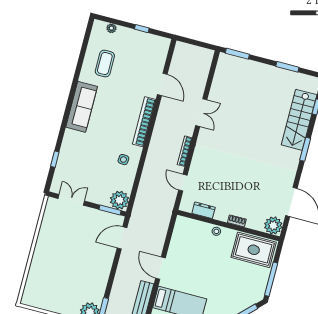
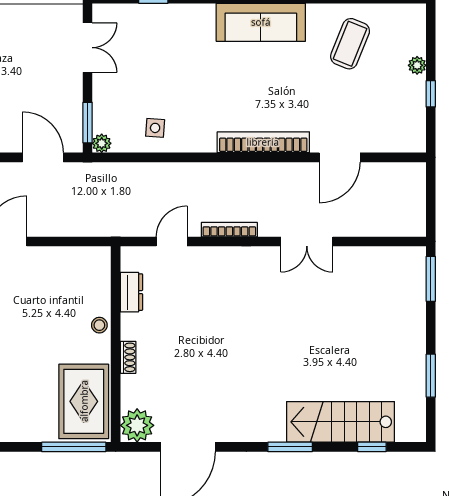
plant: (111, 28) -> (417, 65), moved
coffee table: (105, 64) -> (350, 44), turned -68
side table: (123, 160) -> (155, 128), moved
plant: (120, 200) -> (102, 143), width x0.53, depth x0.53
window: (271, 279) -> (74, 447), moved

